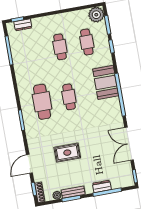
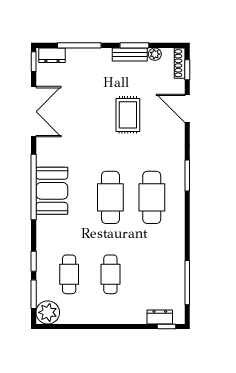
booth: (106, 82) -> (52, 191), moved
cafe table: (69, 97) -> (110, 197), width x1.37, depth x1.35
rug: (67, 153) -> (128, 115), turned 90
door: (29, 164) -> (187, 108), swing flipped
dresser: (102, 186) -> (52, 55), moved

